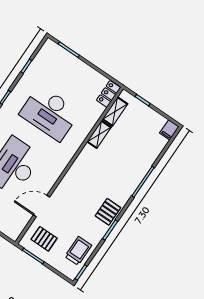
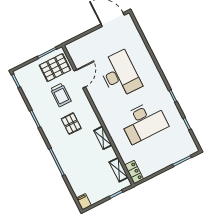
desk: (50, 113) -> (144, 122), turned 180
shelving: (99, 134) -> (103, 138), moved
pallet: (108, 212) -> (71, 124), moved
pallet: (44, 239) -> (55, 68), width x1.50, depth x1.42
trolley: (78, 251) -> (61, 95), moved

